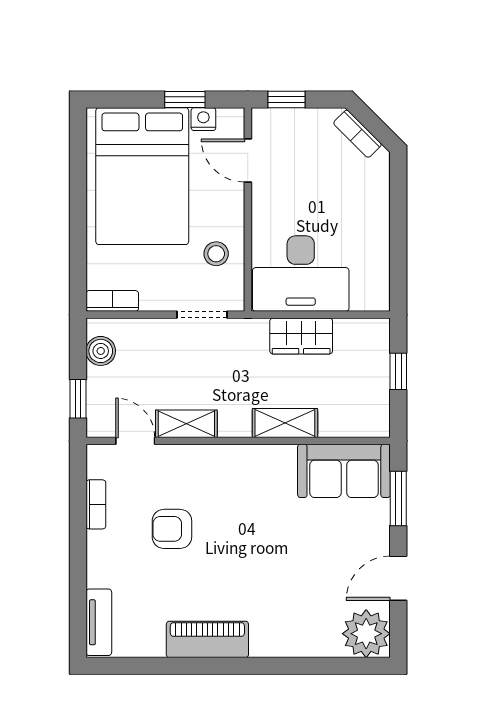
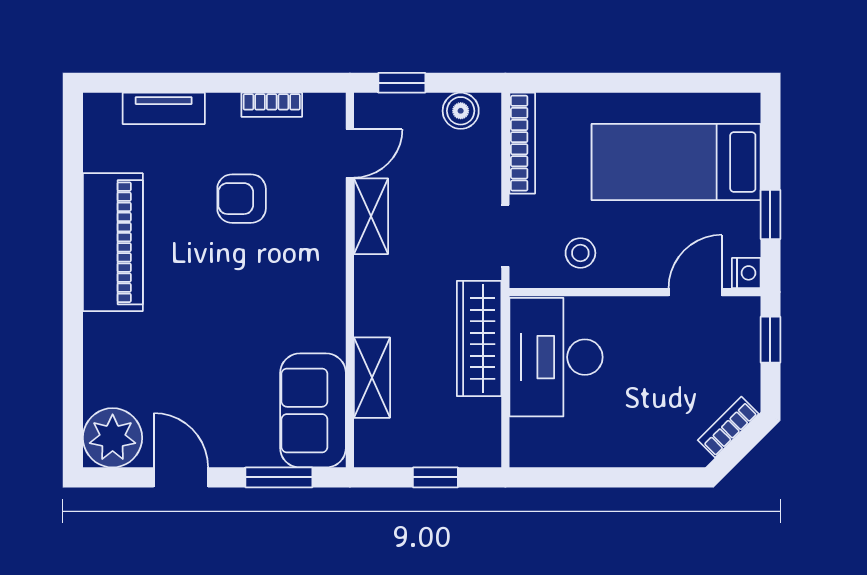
nightstand: (203, 119) -> (746, 273), moved
bed: (142, 176) -> (676, 162), width x0.67
bookcase: (112, 301) -> (522, 143), width x1.56
wardrobe: (301, 336) -> (479, 338), width x1.50
shelving: (285, 423) -> (372, 378), moved
armchair: (172, 529) -> (242, 199), turned -90
tv unit: (99, 622) -> (164, 108), moved
piano: (207, 639) -> (113, 242), width x1.37, depth x1.33

